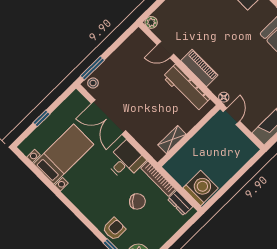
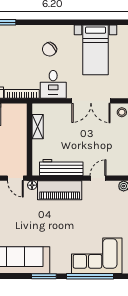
piano: (199, 68) -> (60, 190), width x1.37, depth x1.33
double door: (108, 117) -> (91, 101), swing flipped
chair: (137, 201) -> (49, 49), moved
armchair: (114, 229) -> (18, 35), removed

